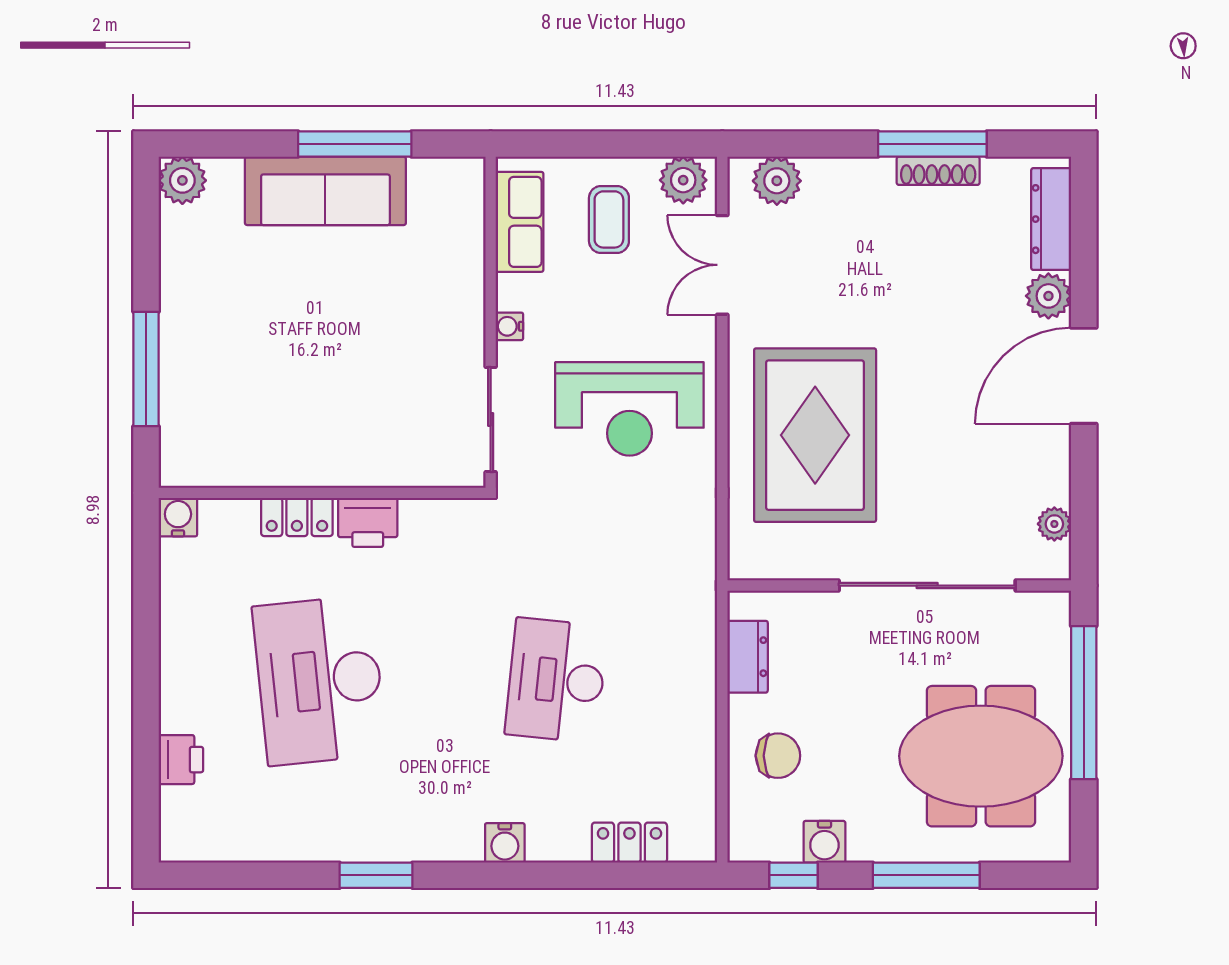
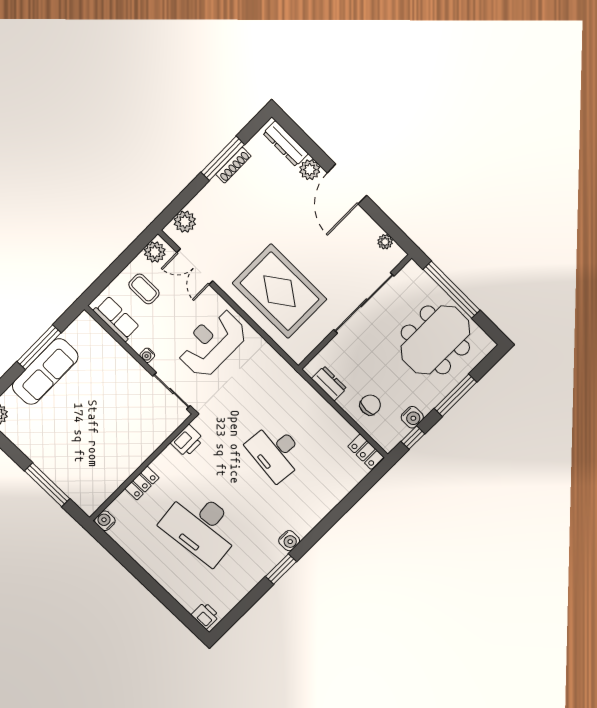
reception desk: (629, 409) -> (212, 343), turned 180
printer: (368, 522) -> (187, 441), moved
printer: (181, 760) -> (205, 615), moved
water cooler: (505, 843) -> (289, 541), moved
locker: (629, 843) -> (366, 452), moved, turned -90

